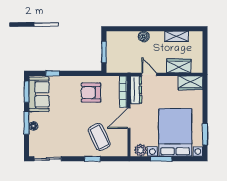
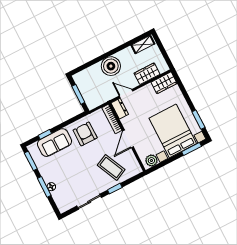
boiler: (144, 36) -> (111, 66), width x1.86, depth x1.86
shelving: (176, 36) -> (143, 44), moved
dresser: (136, 90) -> (120, 109), width x0.70
armchair: (91, 93) -> (85, 134), turned 90
sofa: (39, 94) -> (54, 143), moved, turned 90
sliding door: (48, 159) -> (89, 202), moved
window: (161, 159) -> (192, 149), moved

